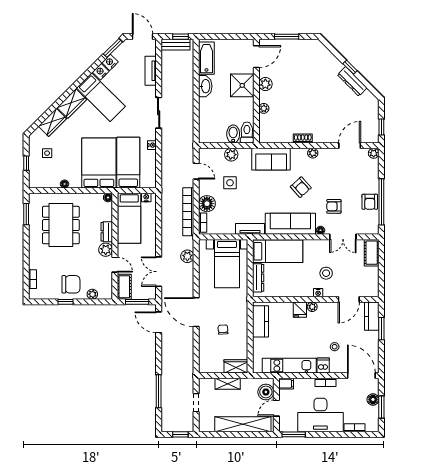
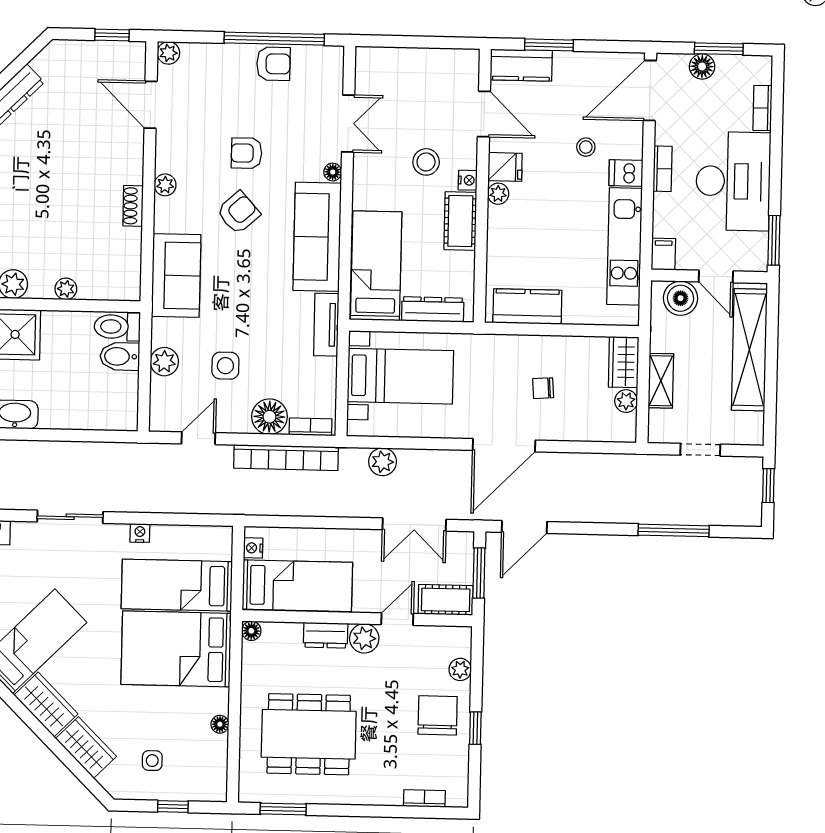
armchair: (334, 206) -> (246, 153), moved, turned 90
cot: (372, 253) -> (460, 221), moved, turned 90
fridge: (300, 310) -> (505, 167), moved
plant: (218, 368) -> (626, 401), added

